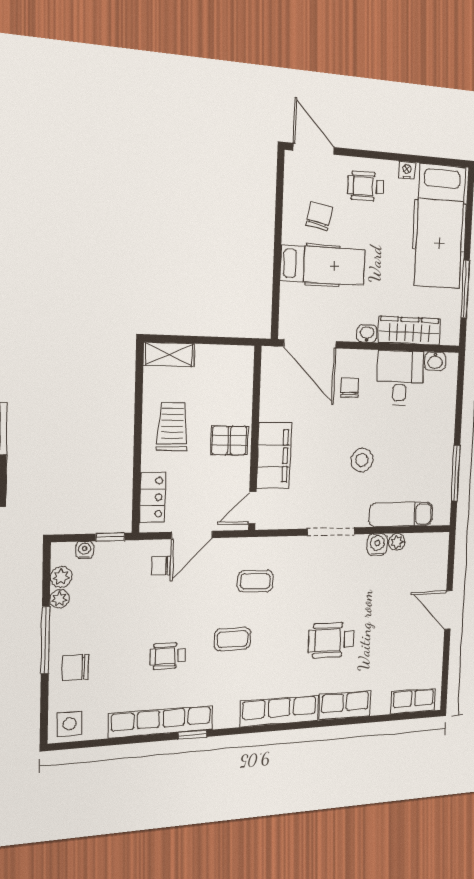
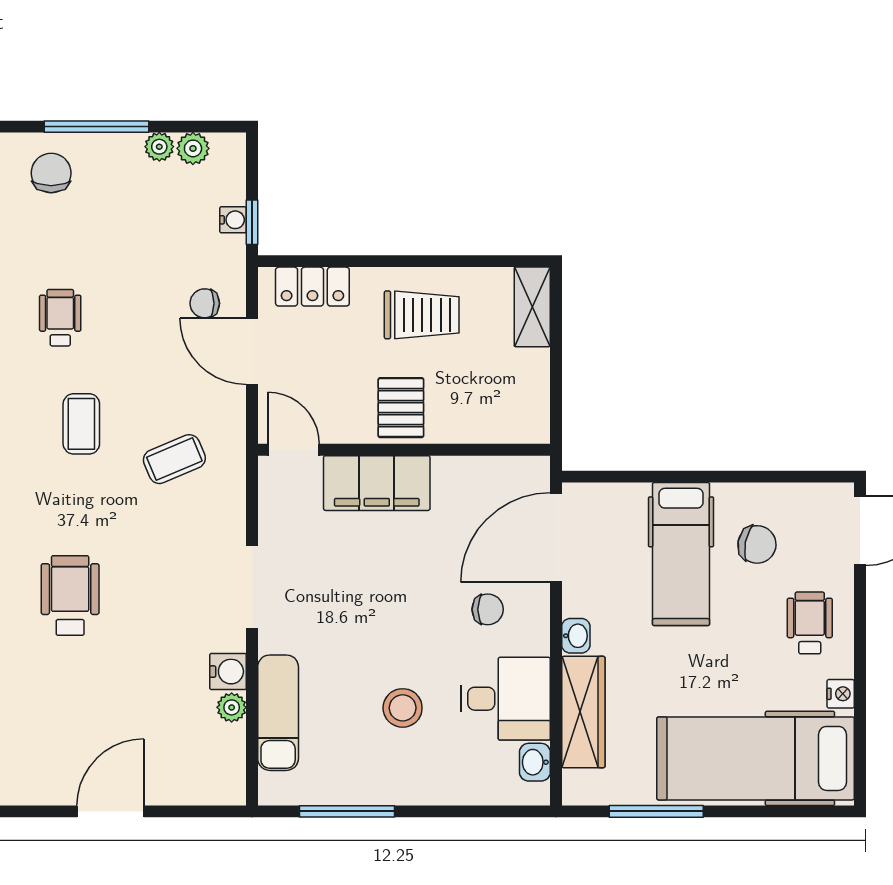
stool: (362, 460) -> (403, 708), moved
water cooler: (85, 550) -> (233, 220), moved
chair: (161, 566) -> (205, 303), turned -90
coffee table: (255, 581) -> (174, 459), turned 65

